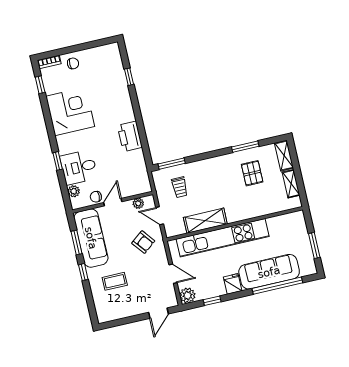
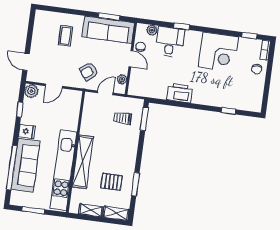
shelving: (205, 221) -> (83, 162), moved, width x1.47
kitchen unit: (223, 238) -> (63, 170), moved
window: (83, 272) -> (83, 13), removed

